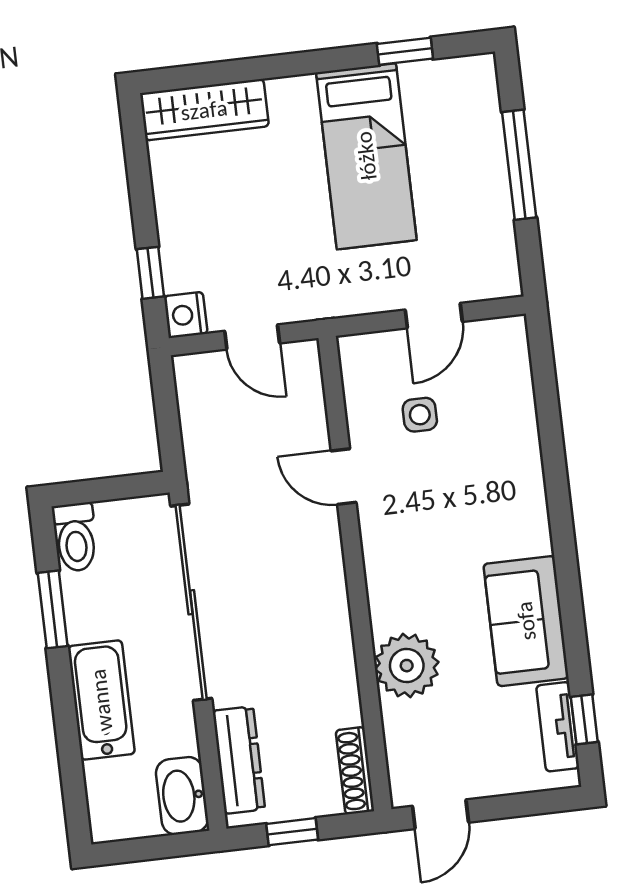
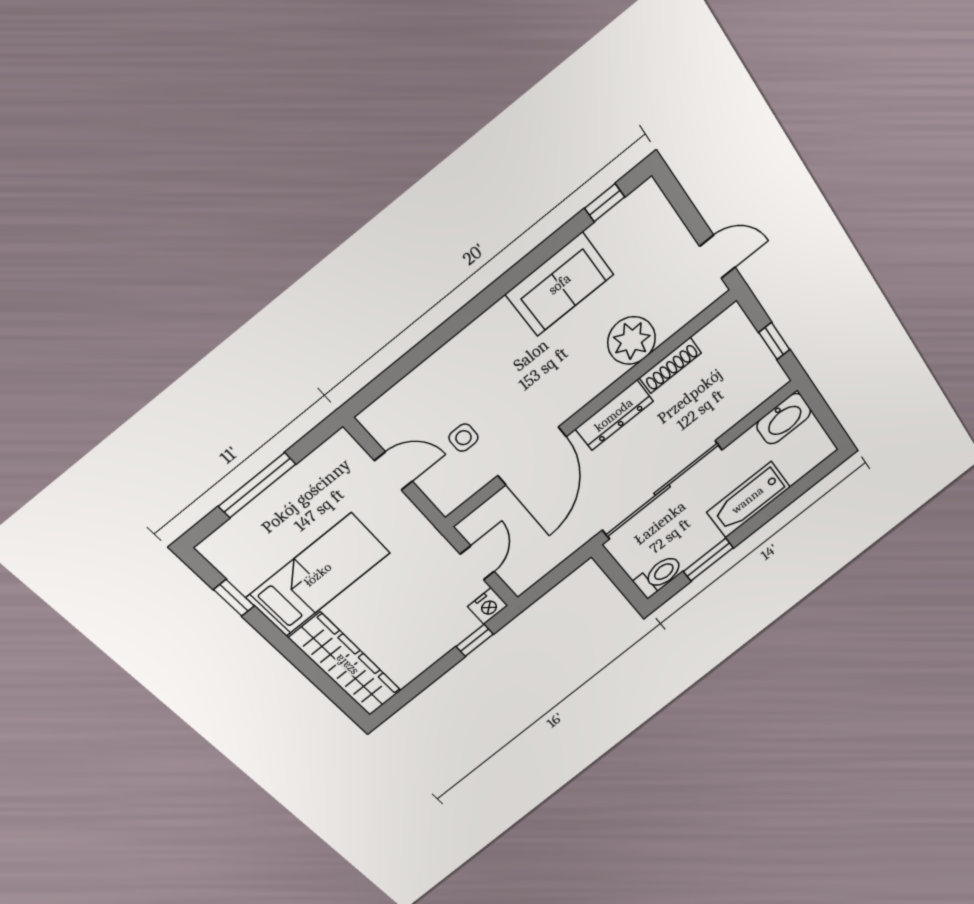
wardrobe: (204, 110) -> (346, 665), width x1.40, depth x1.17
door: (344, 477) -> (532, 456), width x1.87
tv unit: (558, 727) -> (619, 217), removed
dresser: (239, 760) -> (614, 415), moved, turned 180
shoe rack: (355, 771) -> (670, 365), moved

